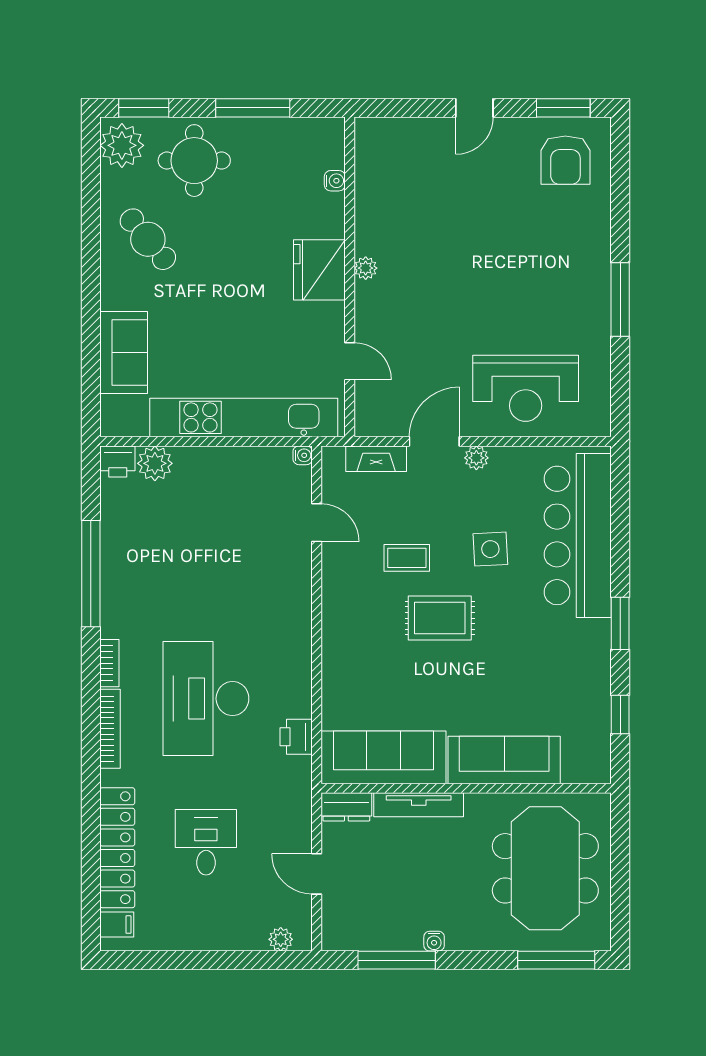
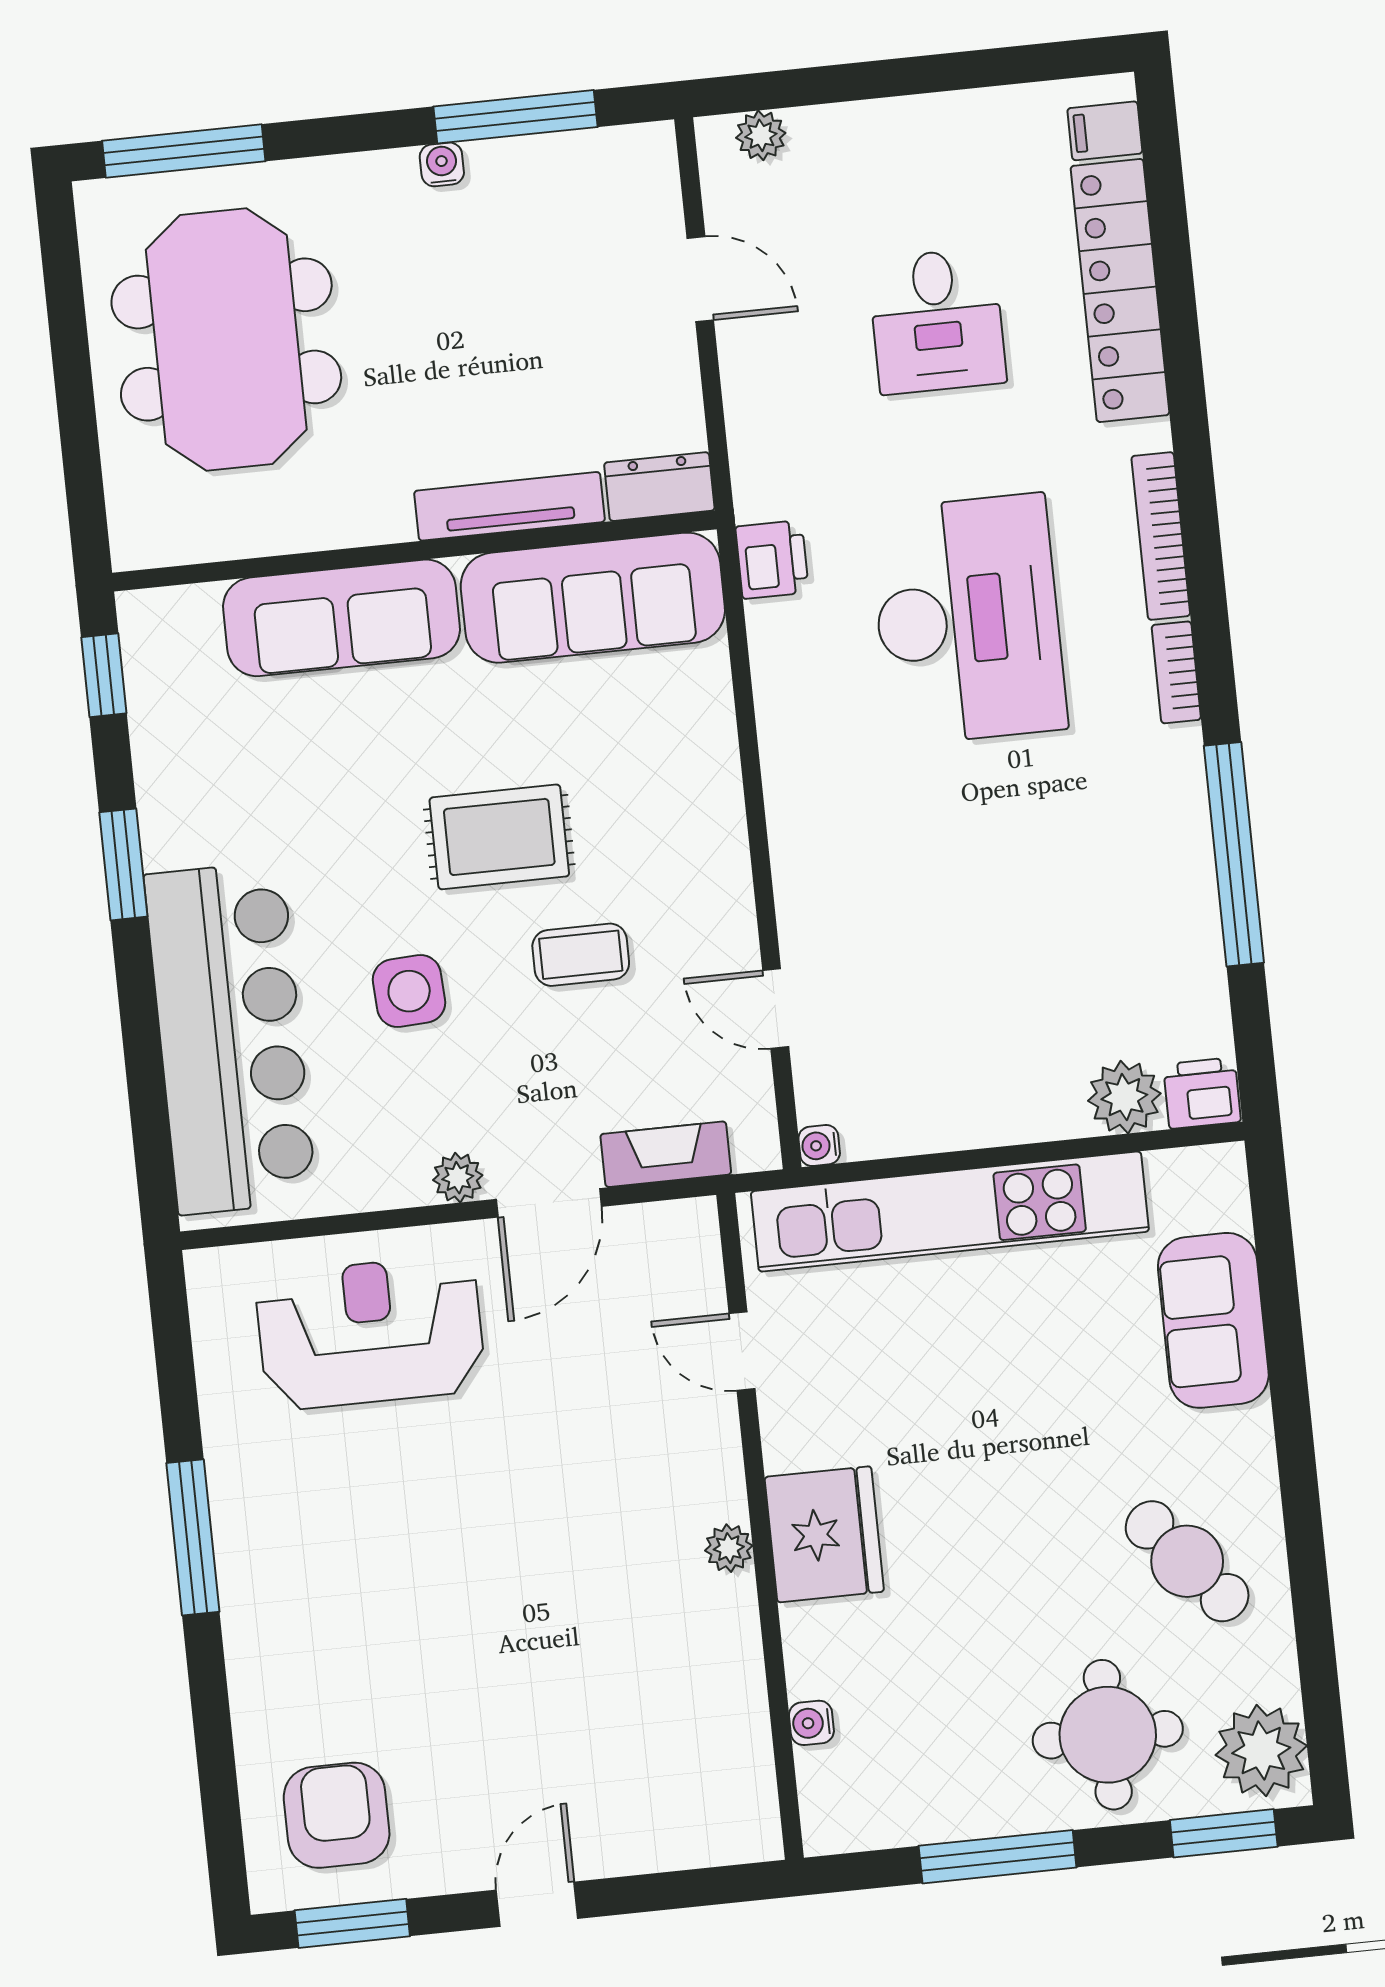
sofa: (383, 757) -> (593, 598), moved
sofa: (504, 760) -> (342, 618), moved
wall: (466, 788) -> (414, 551), moved
tv unit: (419, 805) -> (510, 506), moved
dresser: (346, 807) -> (659, 487), moved

